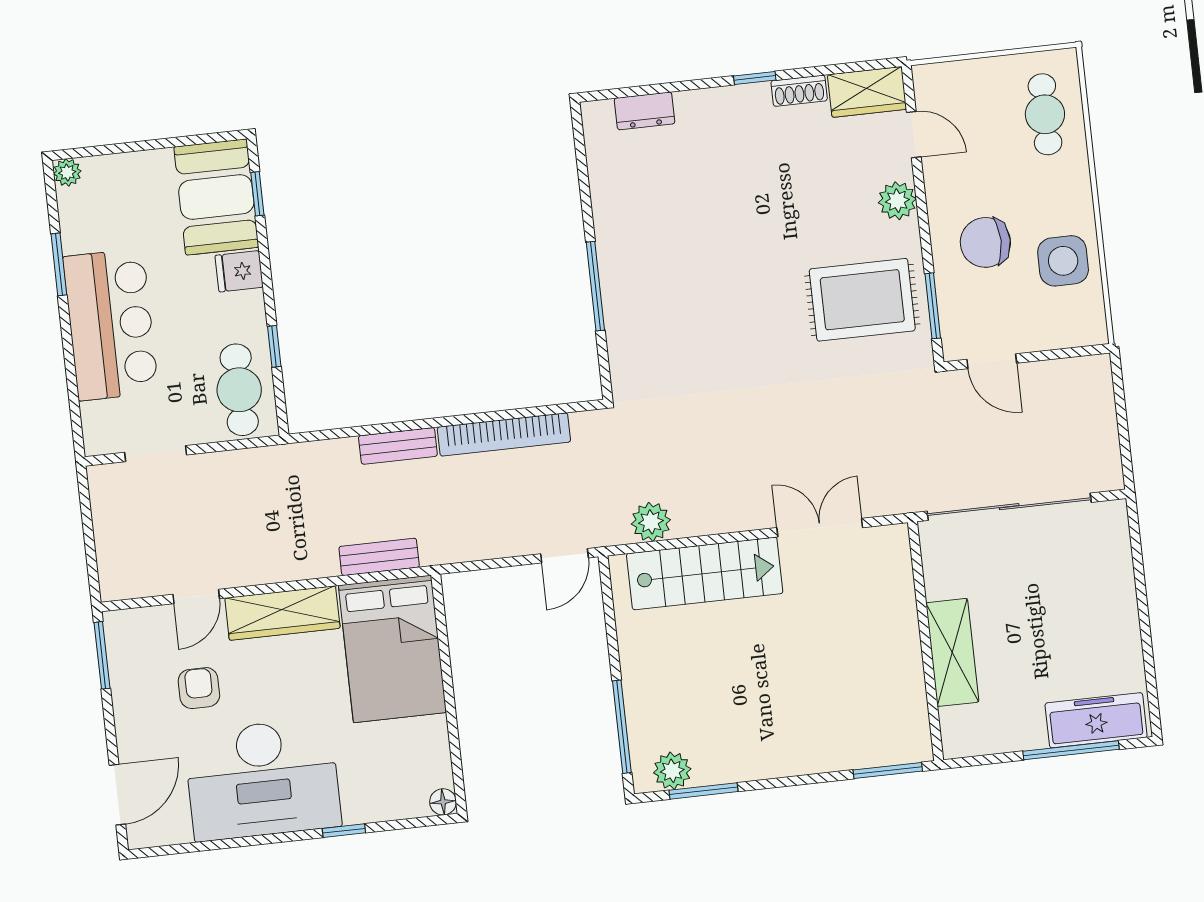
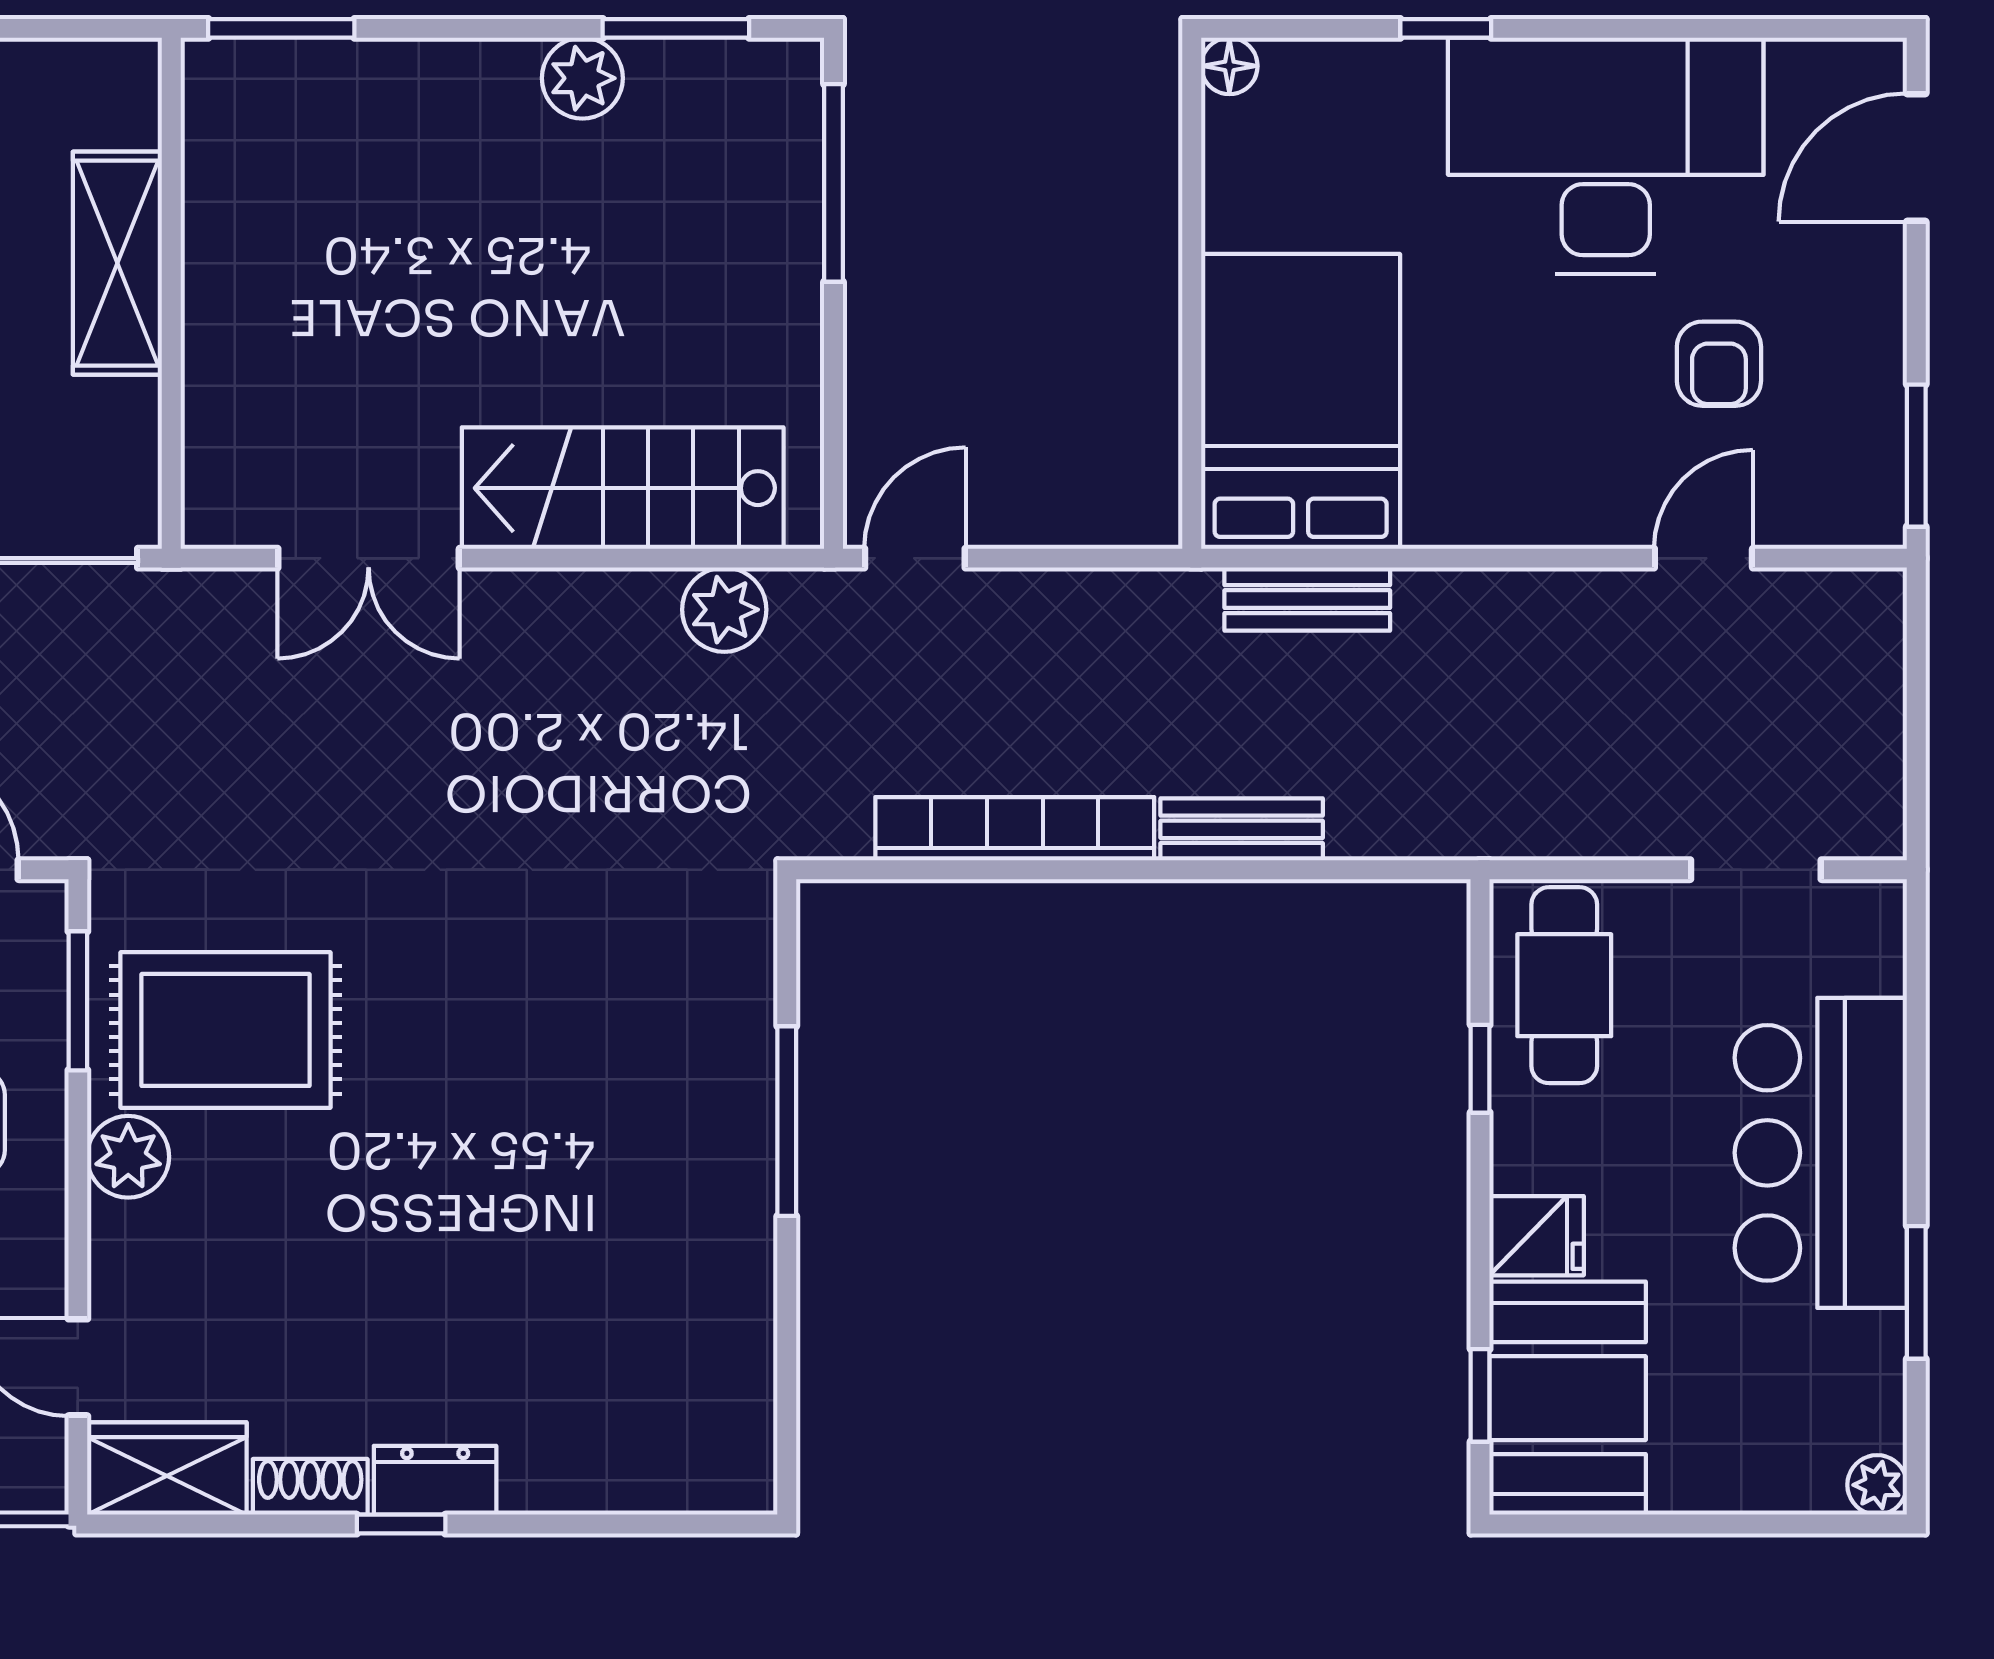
dresser: (645, 111) -> (435, 1480), moved
plant: (897, 201) -> (128, 1157), moved
wardrobe: (282, 613) -> (1525, 503), removed
plant: (672, 771) -> (582, 78), moved

